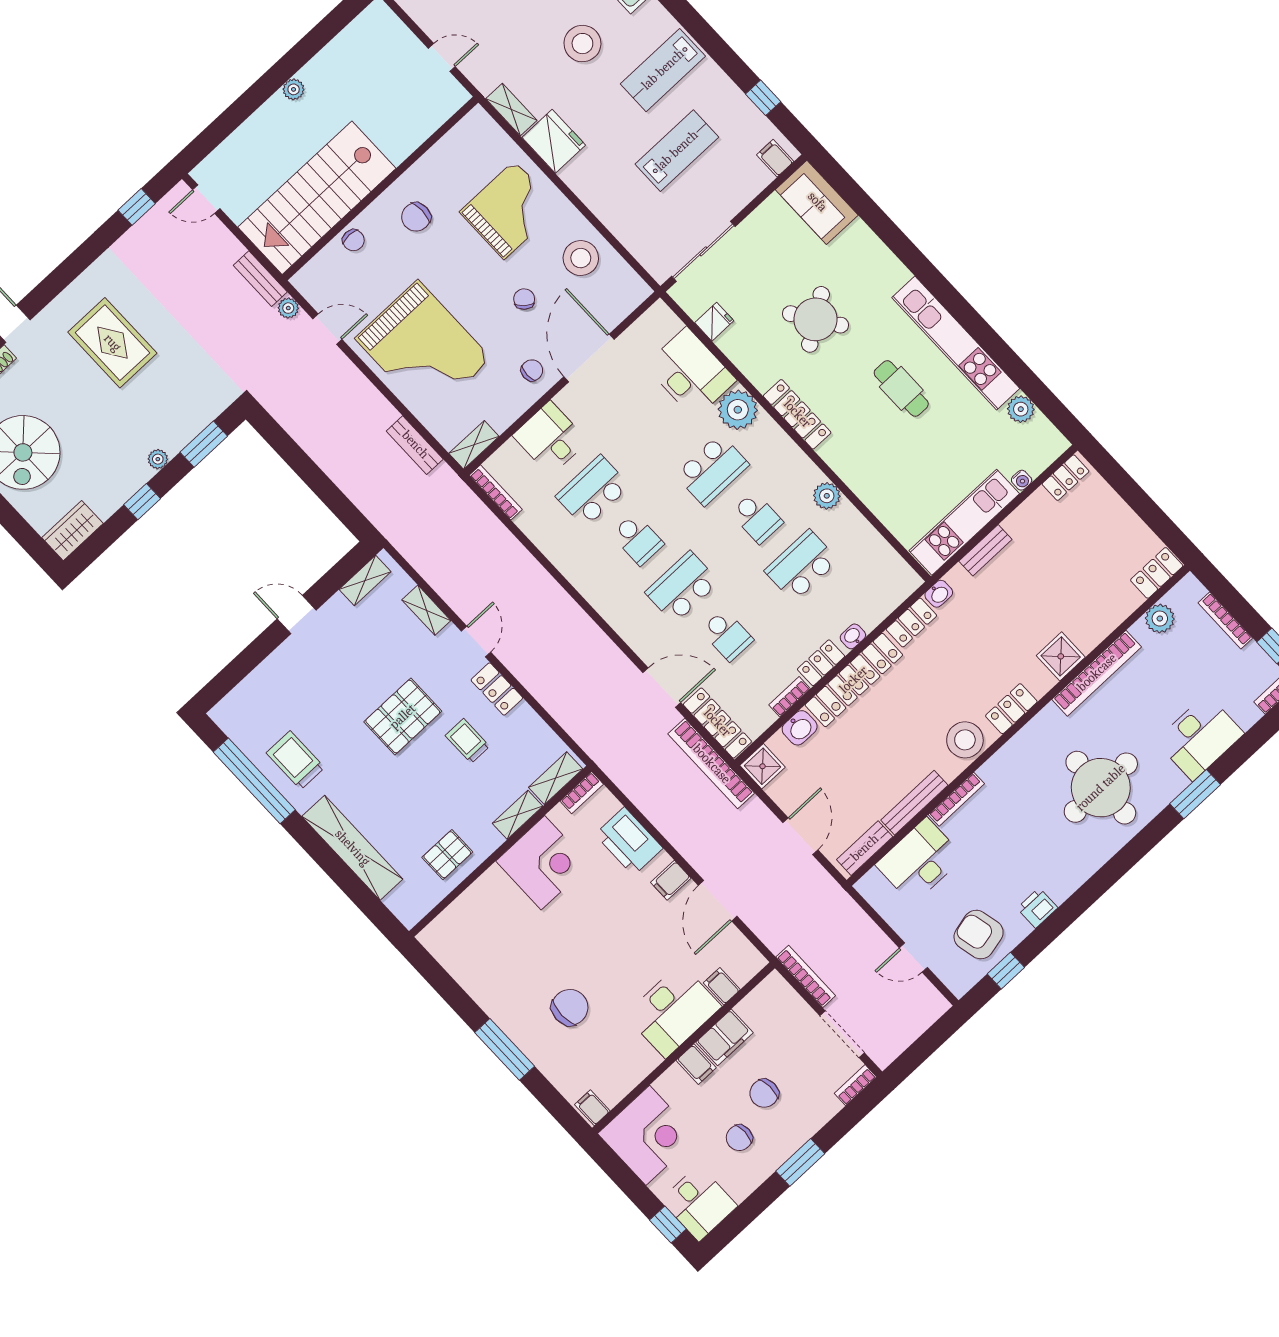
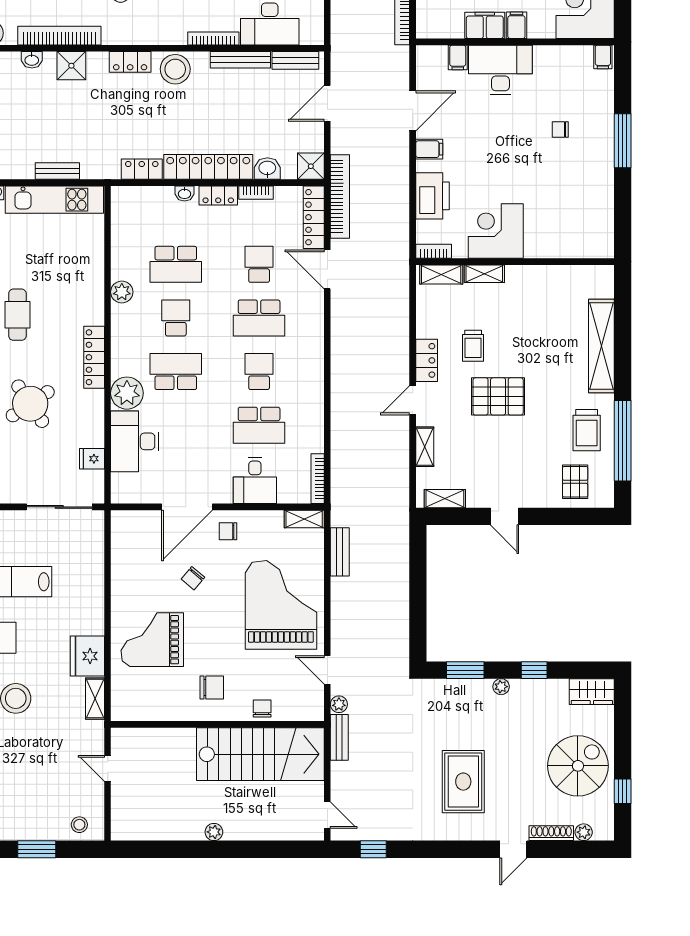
stool: (581, 258) -> (136, 571), removed
washbasin: (939, 594) -> (32, 60), moved, turned 180
pallet: (447, 855) -> (575, 482), moved, turned 90
chair: (570, 1007) -> (560, 130), width x0.54, depth x0.54

